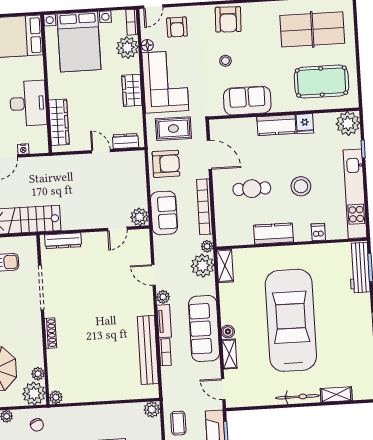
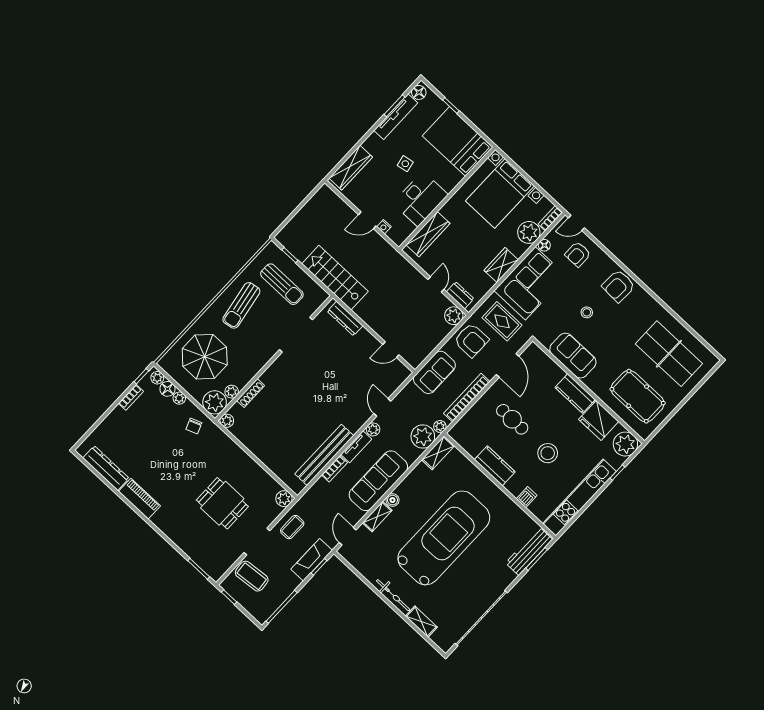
fridge: (305, 124) -> (599, 420), width x1.88, depth x1.34
plant: (139, 217) -> (454, 316), moved
shoe rack: (50, 333) -> (251, 393), moved

